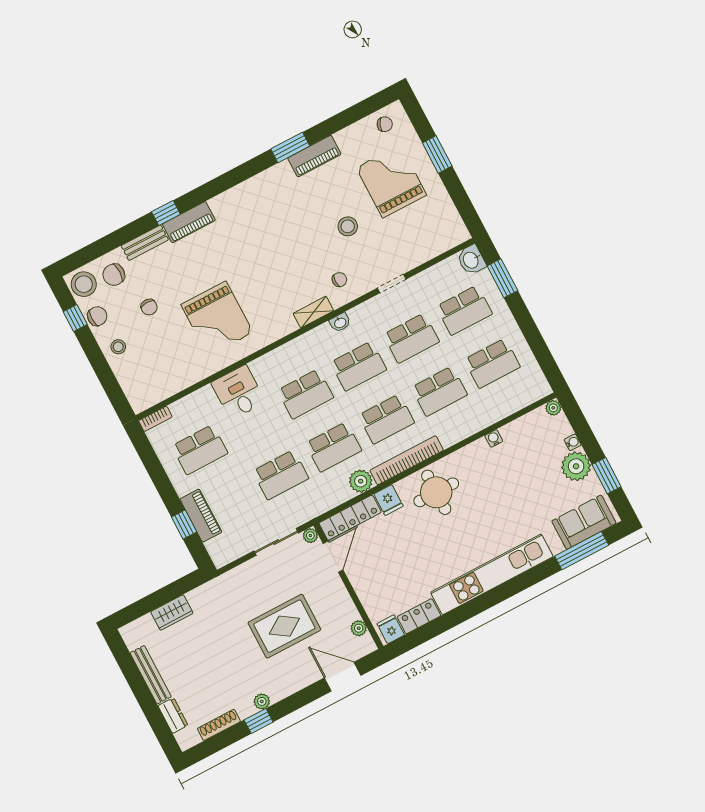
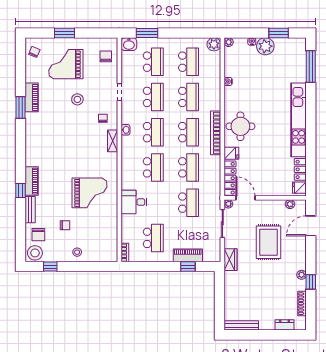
chair: (97, 316) -> (106, 56), moved
plant: (361, 481) -> (214, 44), moved
sofa: (584, 522) -> (297, 58), removed
wardrobe: (172, 613) -> (230, 260), moved
bench: (151, 675) -> (241, 325), moved

